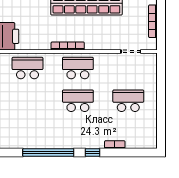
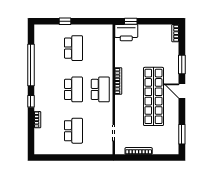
school desk: (28, 68) -> (73, 48), moved

